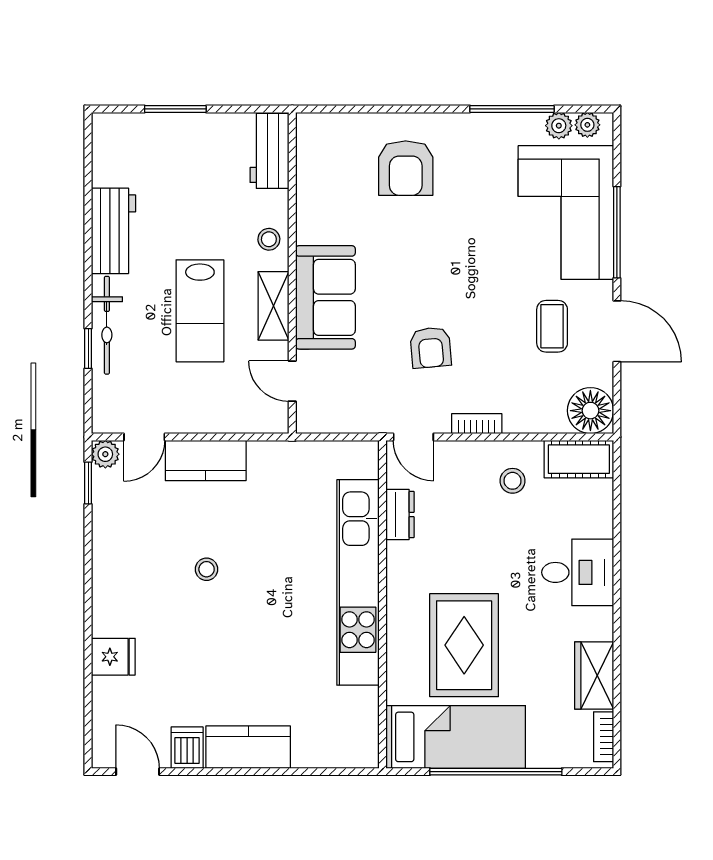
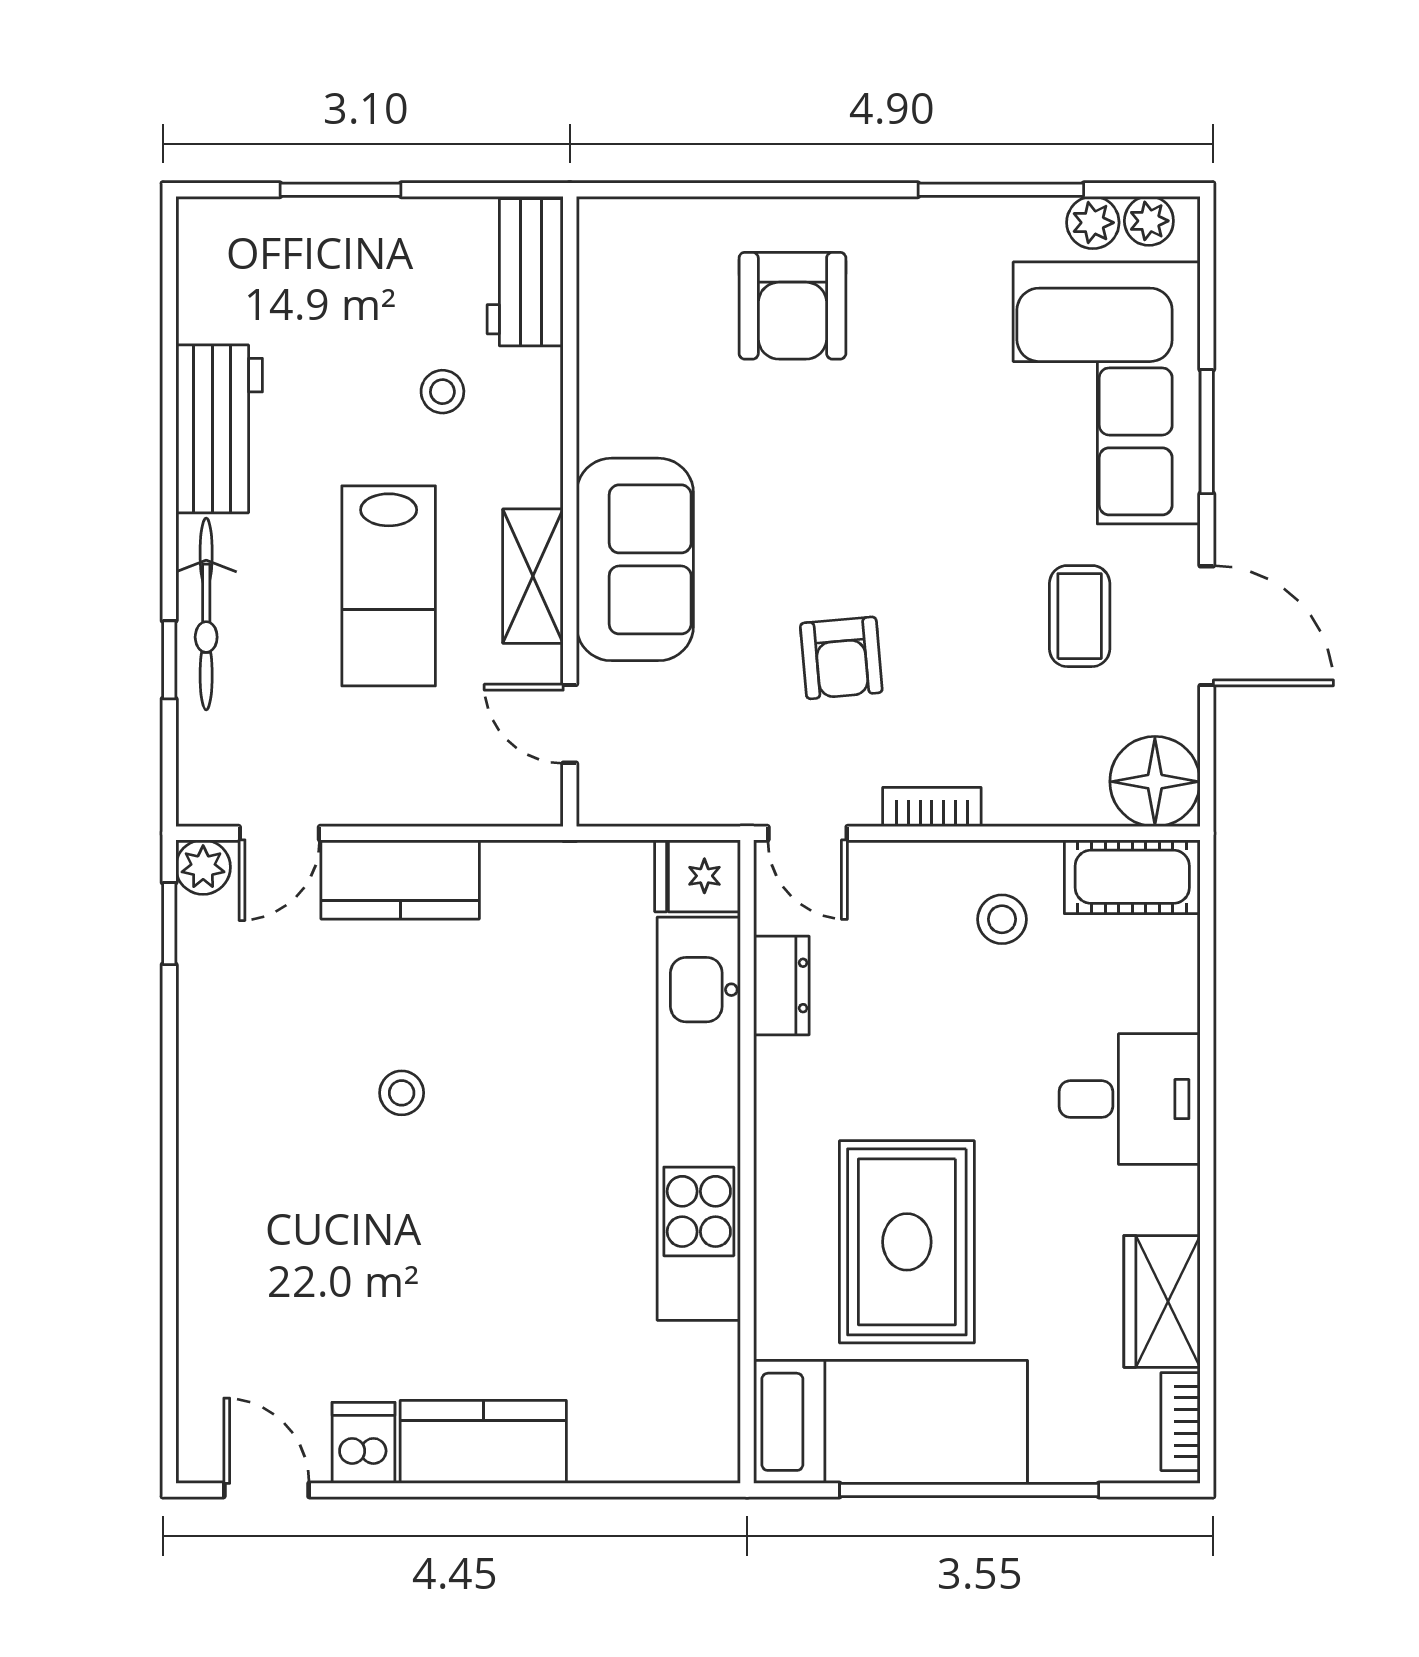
window: (617, 232) -> (1207, 432), width x0.69
stool: (269, 239) -> (442, 392), moved
fridge: (113, 657) -> (698, 876), moved, turned 180

